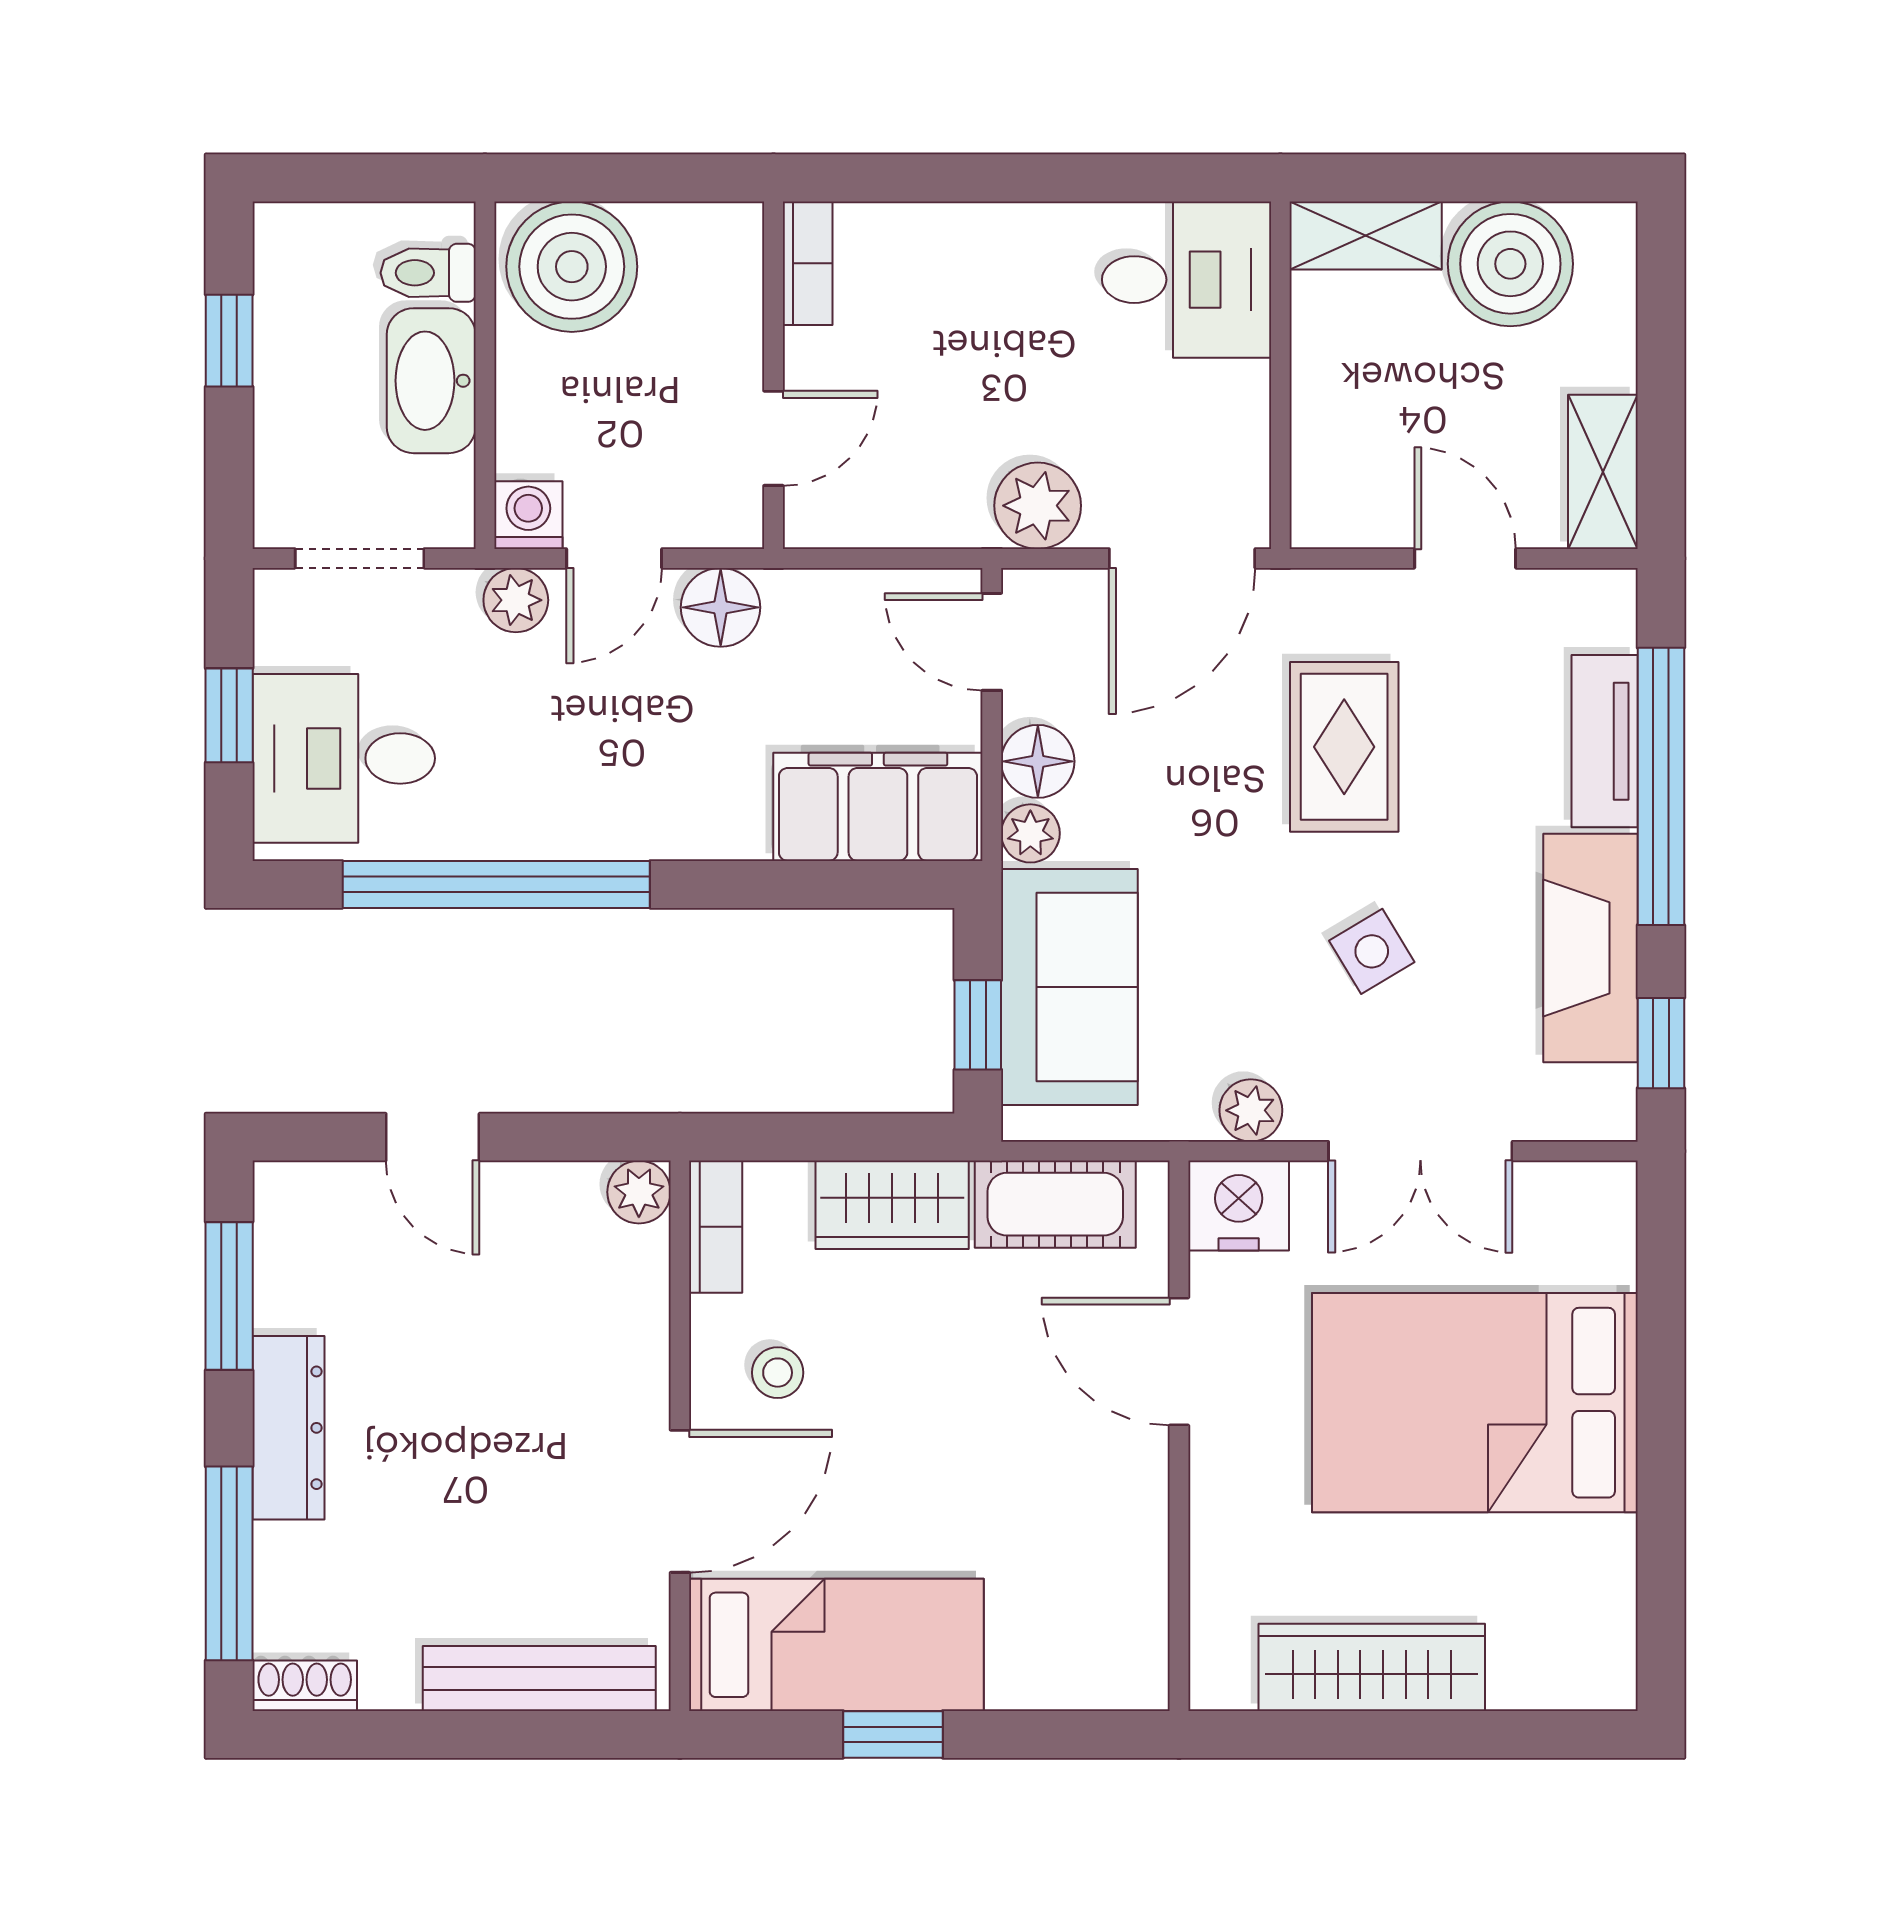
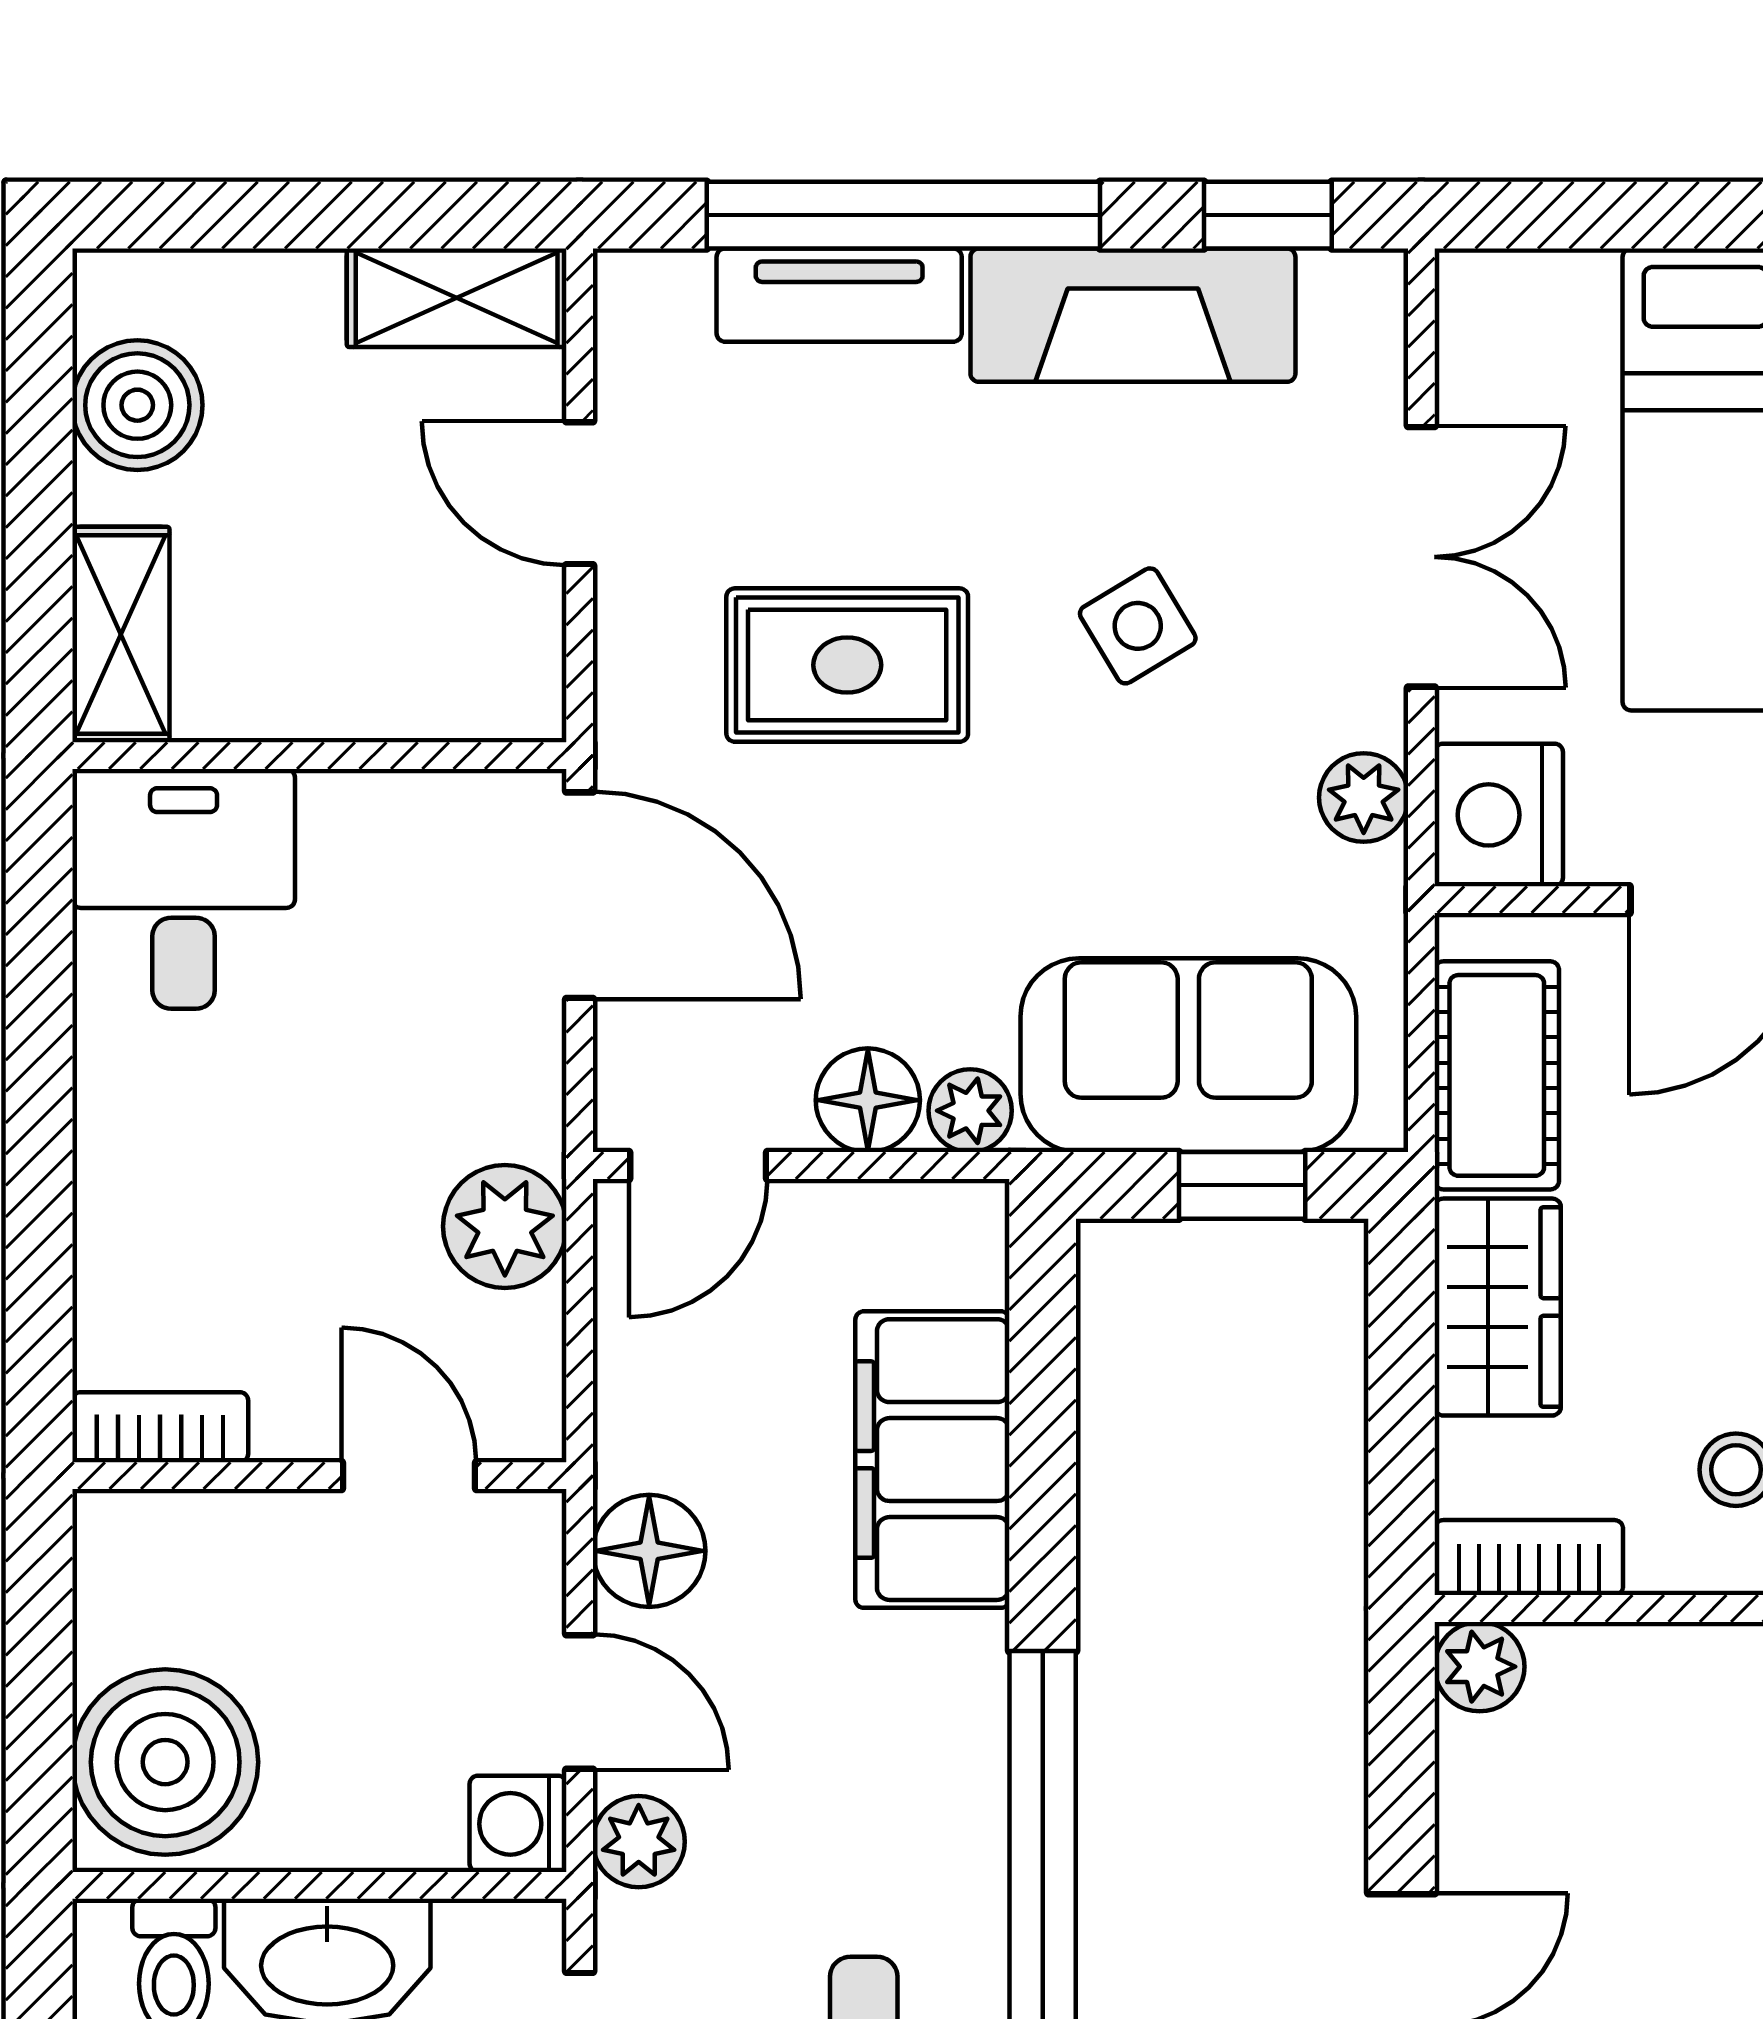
boiler: (1510, 264) -> (137, 405), width x0.73, depth x0.73
plant: (1038, 506) -> (505, 1226), moved
door: (1465, 558) -> (580, 493), hinge flipped
filing cabinet: (878, 807) -> (932, 1460), moved

